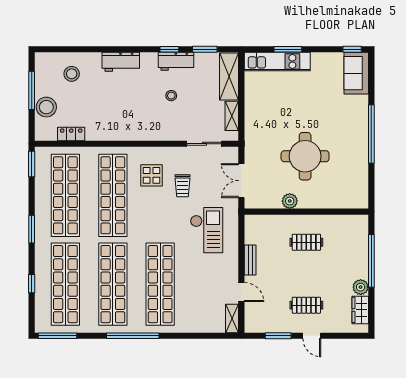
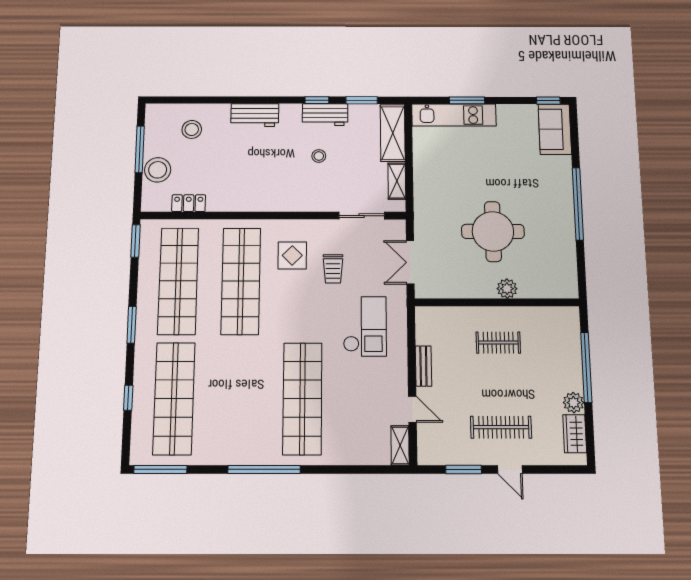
plant: (290, 201) -> (507, 289), moved
shop shelf: (113, 284) -> (238, 398), removed
clothes rail: (306, 305) -> (501, 427), width x1.36

